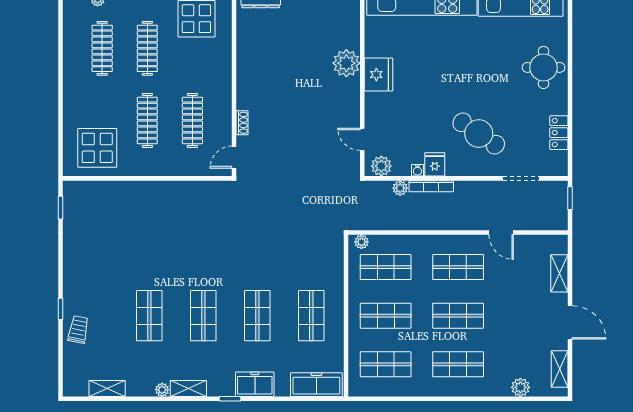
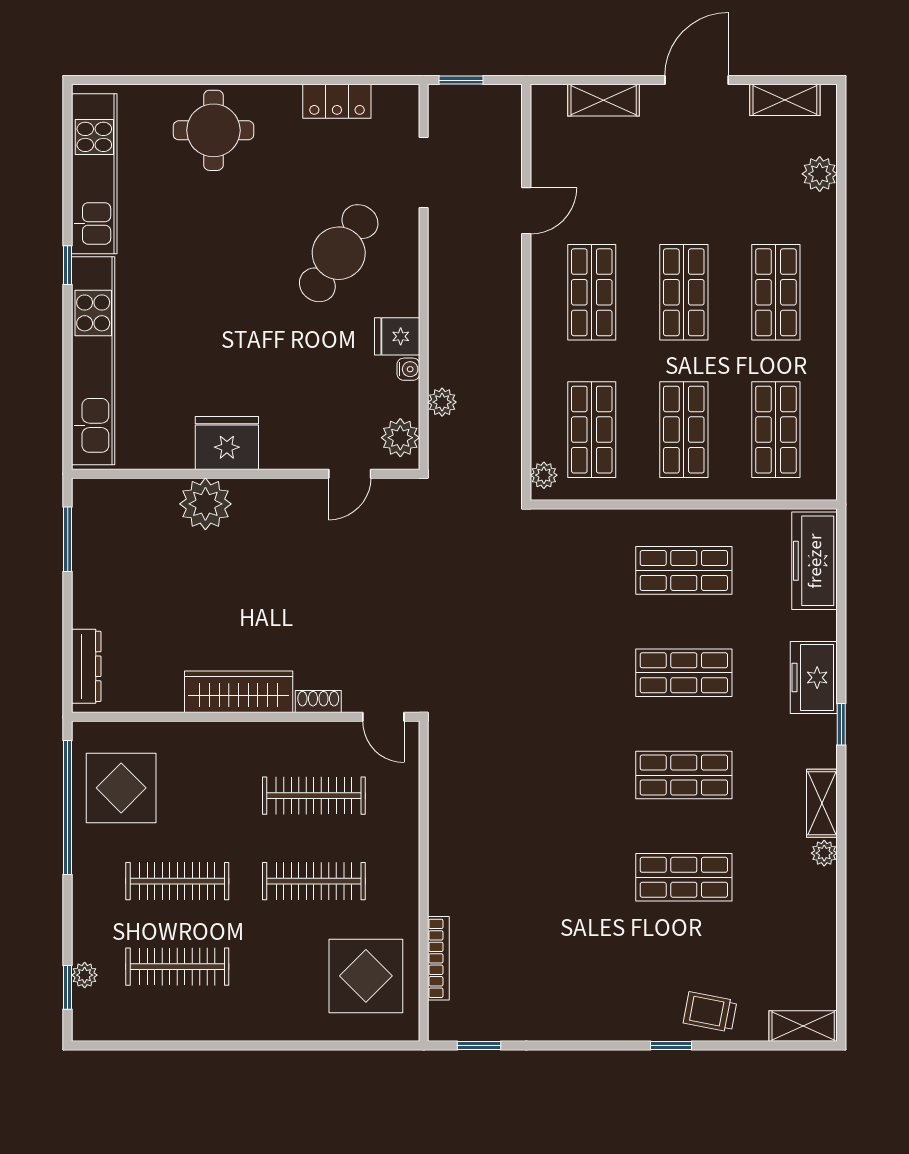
wardrobe: (247, 81) -> (239, 692), added
bookcase: (431, 186) -> (438, 958), moved
shelving: (107, 389) -> (803, 1026), moved, turned 90

